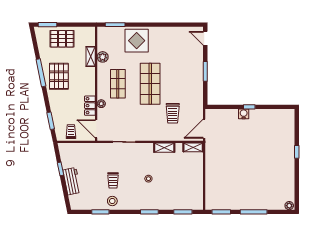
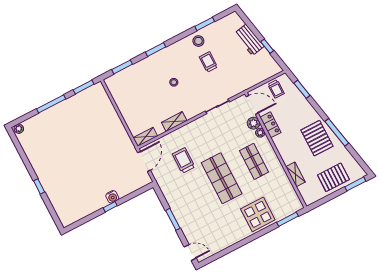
plant: (103, 57) -> (253, 123), moved

